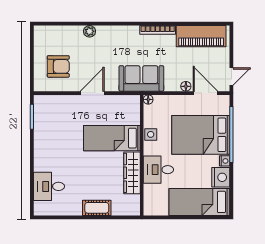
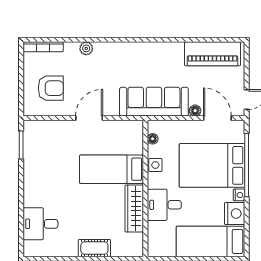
bookcase: (158, 30) -> (43, 47), moved
sofa: (141, 78) -> (154, 102), width x1.36
floor lamp: (148, 99) -> (153, 139), moved

